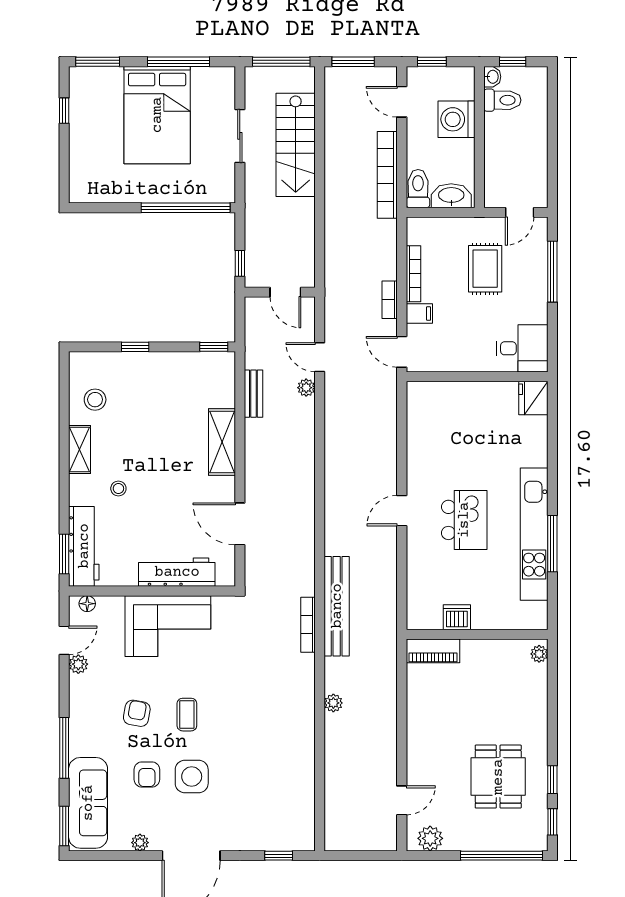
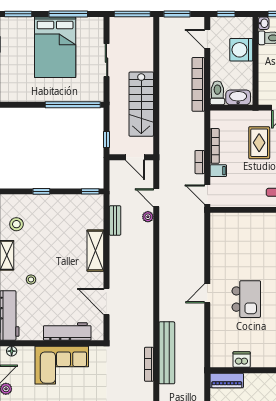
stairs: (296, 145) -> (141, 104), moved

